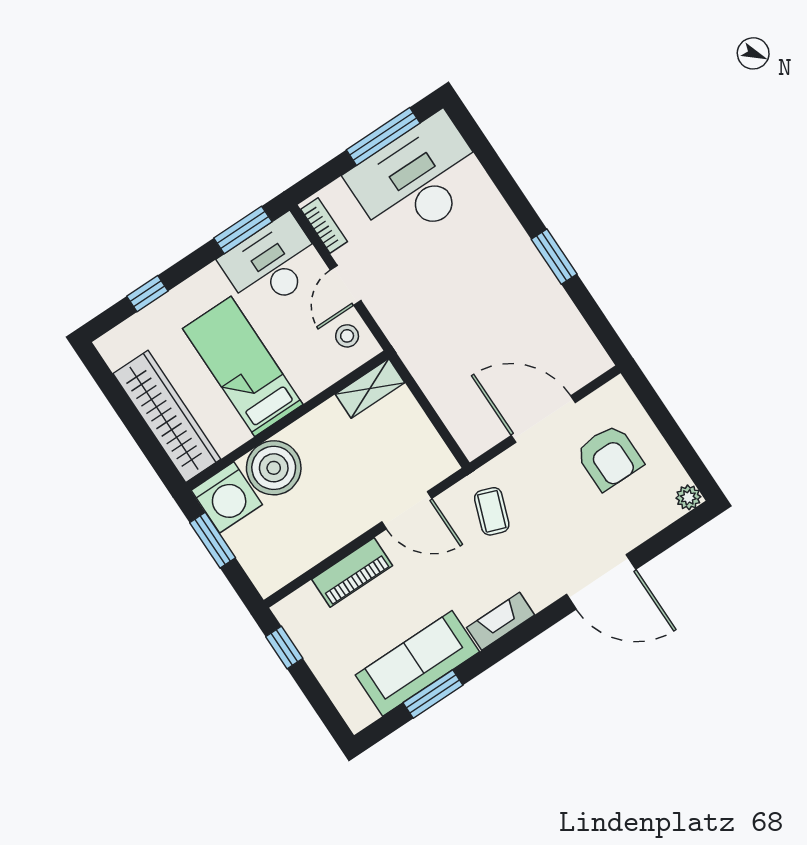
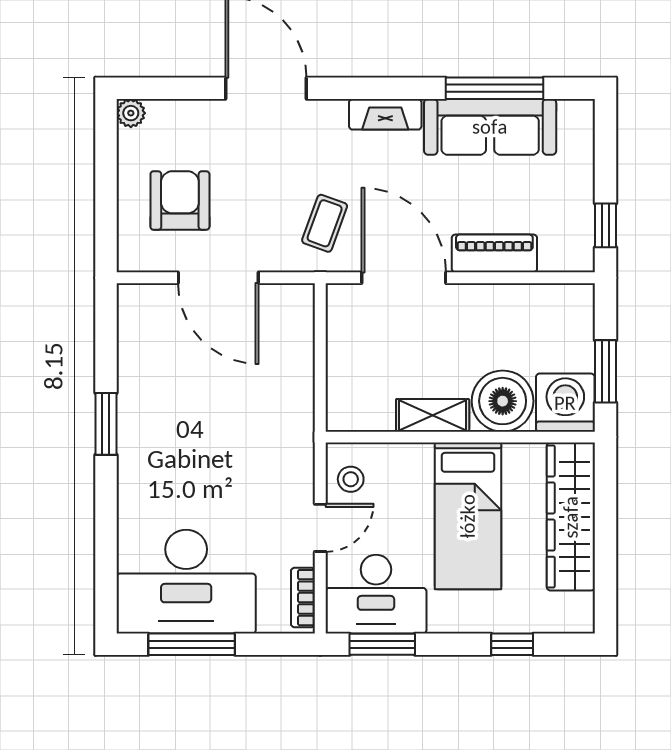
shelving: (370, 388) -> (433, 415), moved
door: (407, 510) -> (404, 278), width x1.36
window: (433, 694) -> (494, 88), width x1.44

